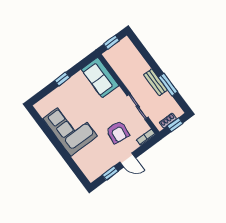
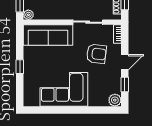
plant: (108, 55) -> (28, 15), added
sofa: (100, 78) -> (48, 35), width x1.36
plant: (92, 174) -> (115, 100), added

